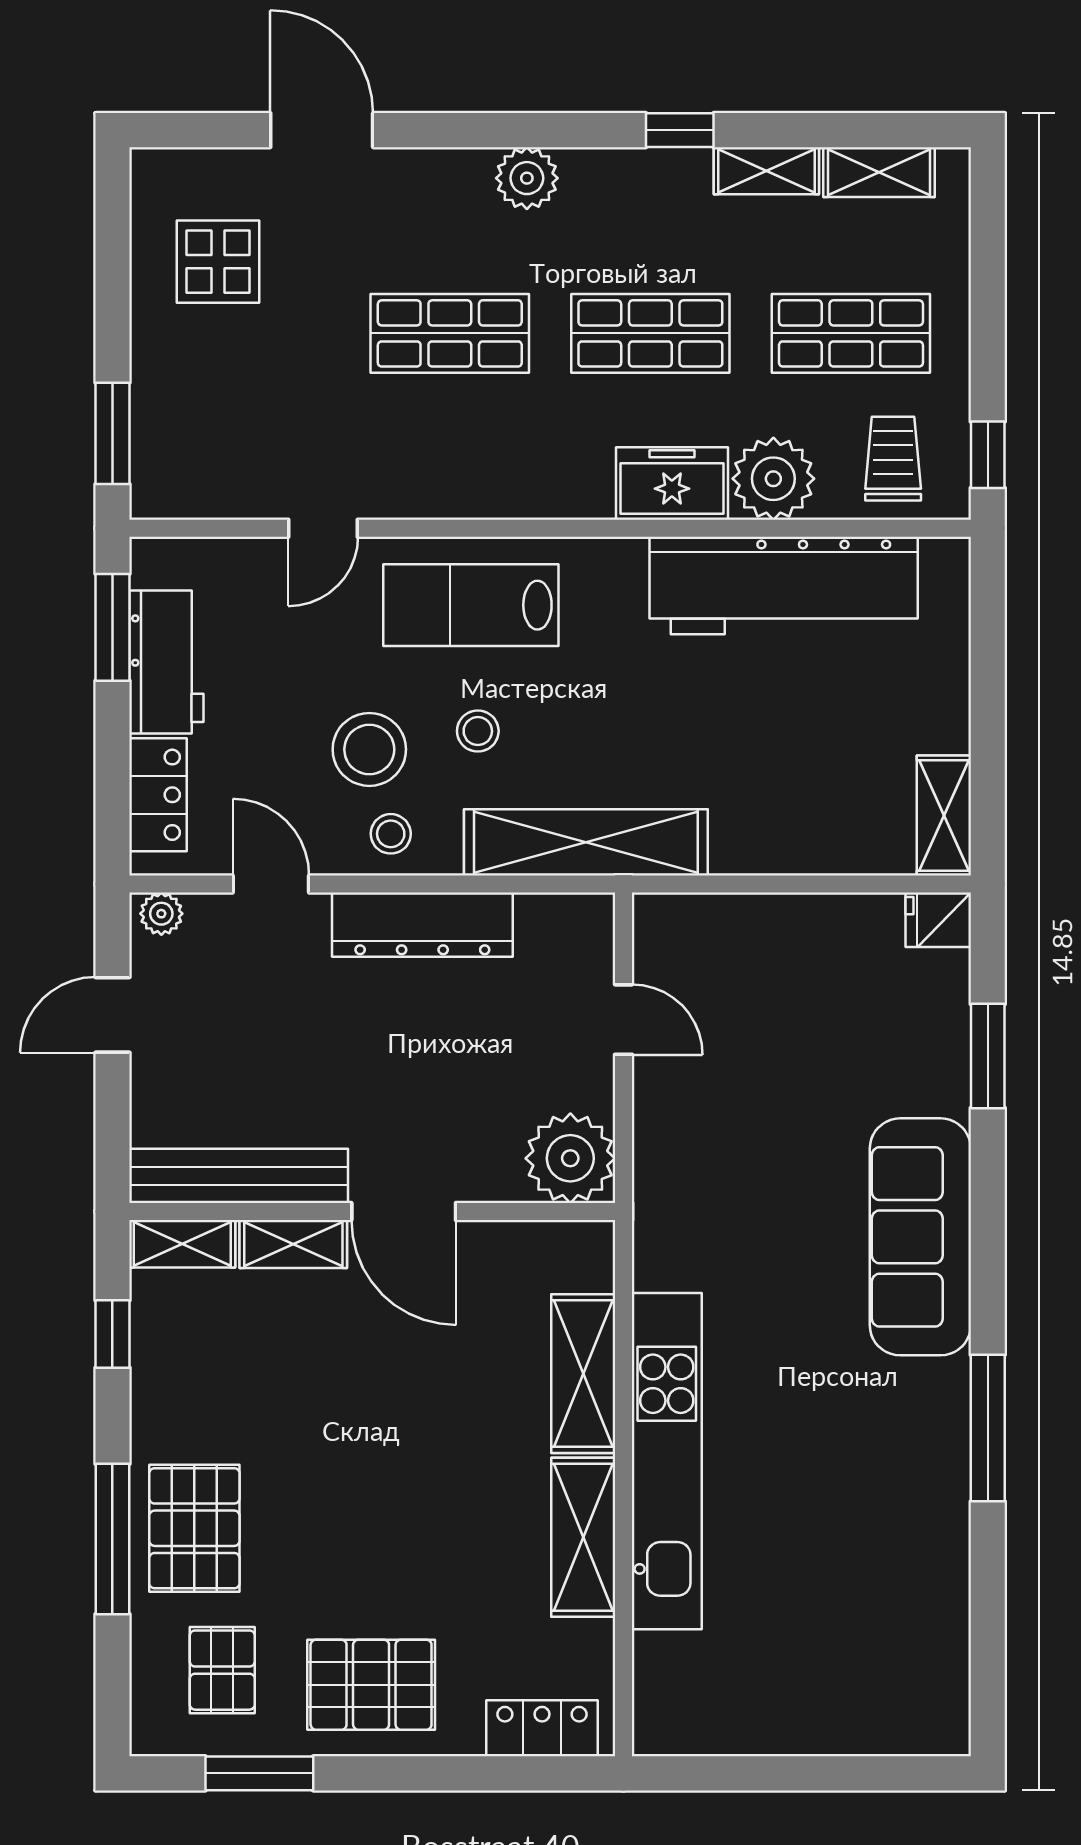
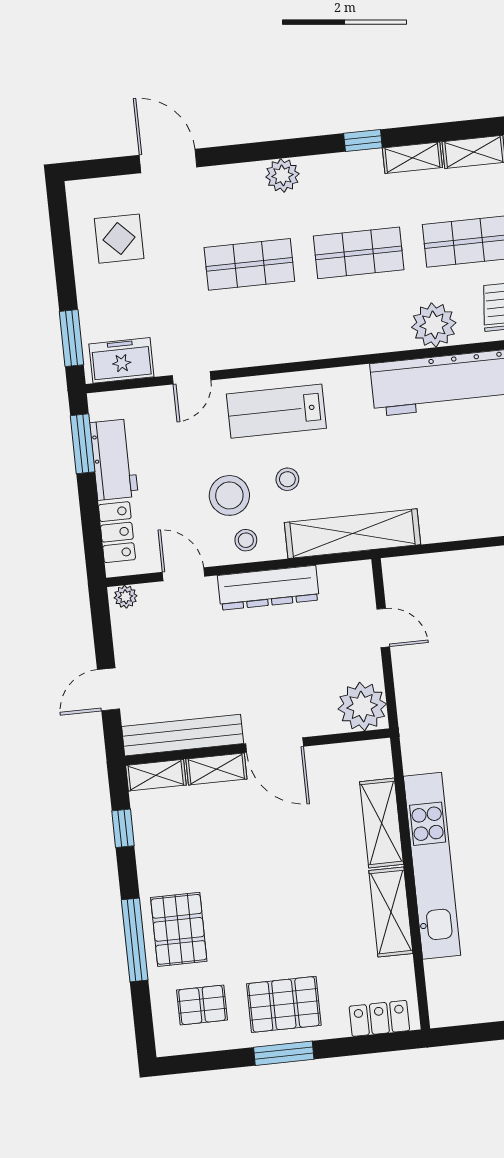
freezer: (672, 483) -> (121, 360), moved
door: (112, 1015) -> (108, 689), moved
pallet: (222, 1670) -> (202, 1005), turned 90
window: (259, 1773) -> (284, 1053), moved

